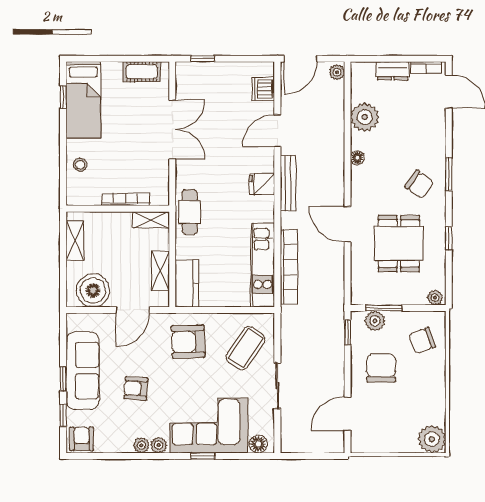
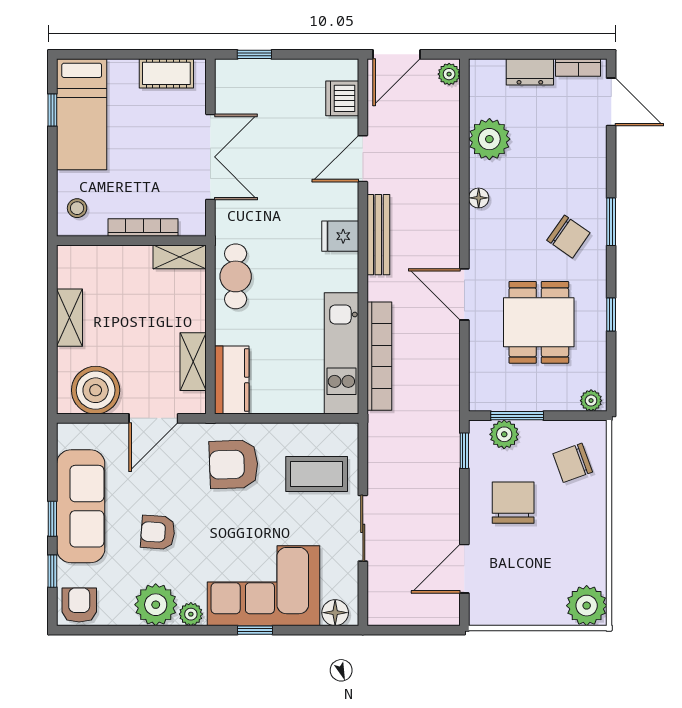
bookcase: (126, 200) -> (143, 228), moved
wall: (118, 209) -> (131, 241), moved
shelving: (151, 220) -> (180, 257), moved
coffee table: (245, 348) -> (317, 474), turned 56
plant: (141, 445) -> (156, 605), width x1.88, depth x1.88

